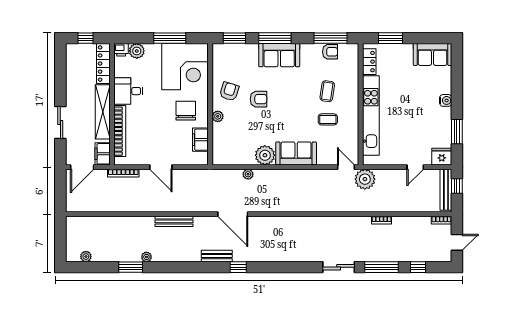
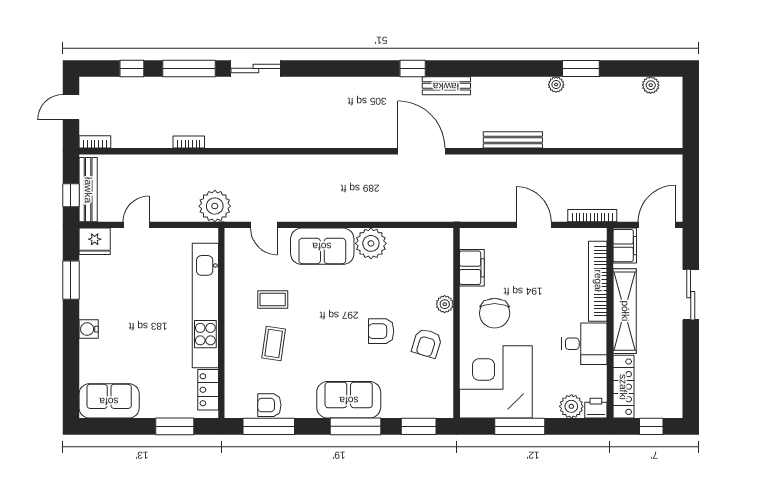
door: (346, 167) -> (264, 225), moved
plant: (248, 174) -> (397, 214), removed

